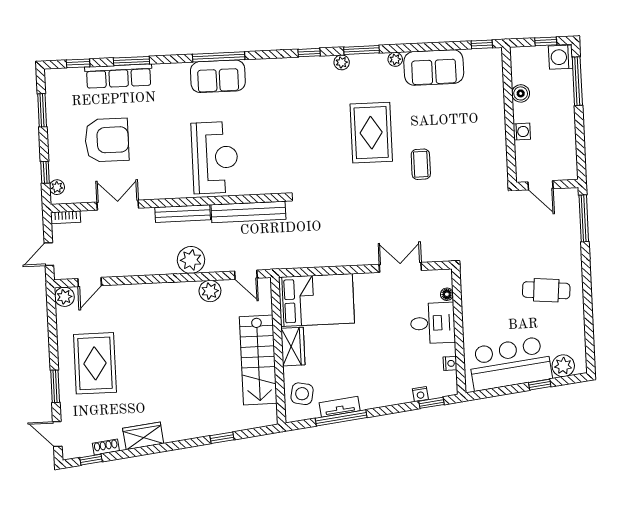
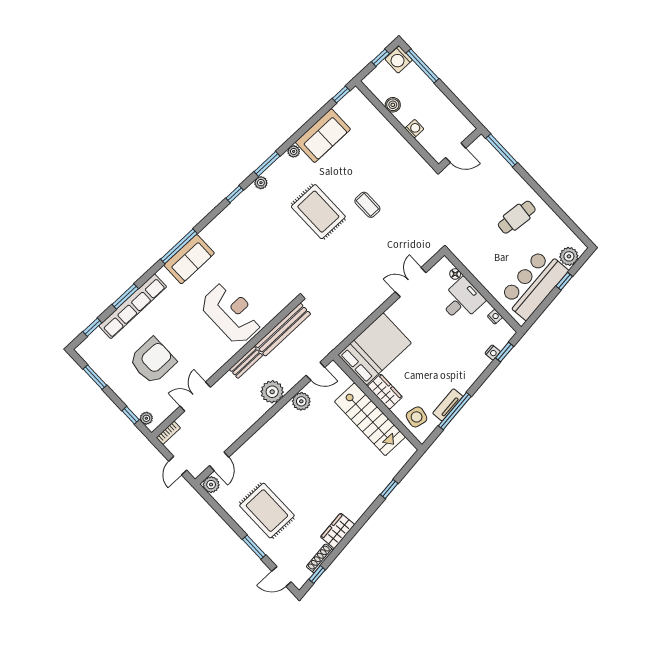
row of seats: (119, 76) -> (133, 306), width x1.36
bench: (183, 214) -> (246, 362), width x0.73
shoe rack: (106, 447) -> (320, 558), width x1.43

